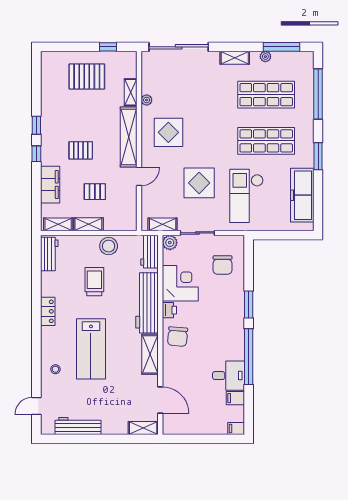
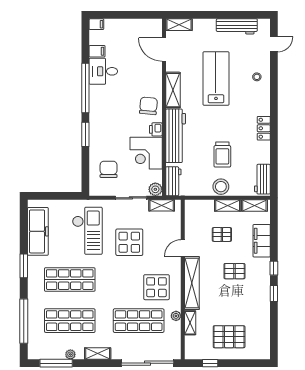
shop shelf: (189, 95) -> (139, 321), added
stool: (109, 246) -> (221, 187), moved
lab bench: (91, 349) -> (216, 79), moved

